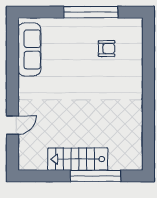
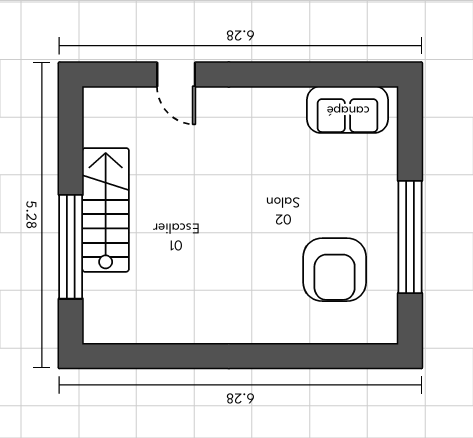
sofa: (29, 49) -> (348, 110), width x0.73
armchair: (107, 49) -> (335, 270), width x1.88, depth x1.88

